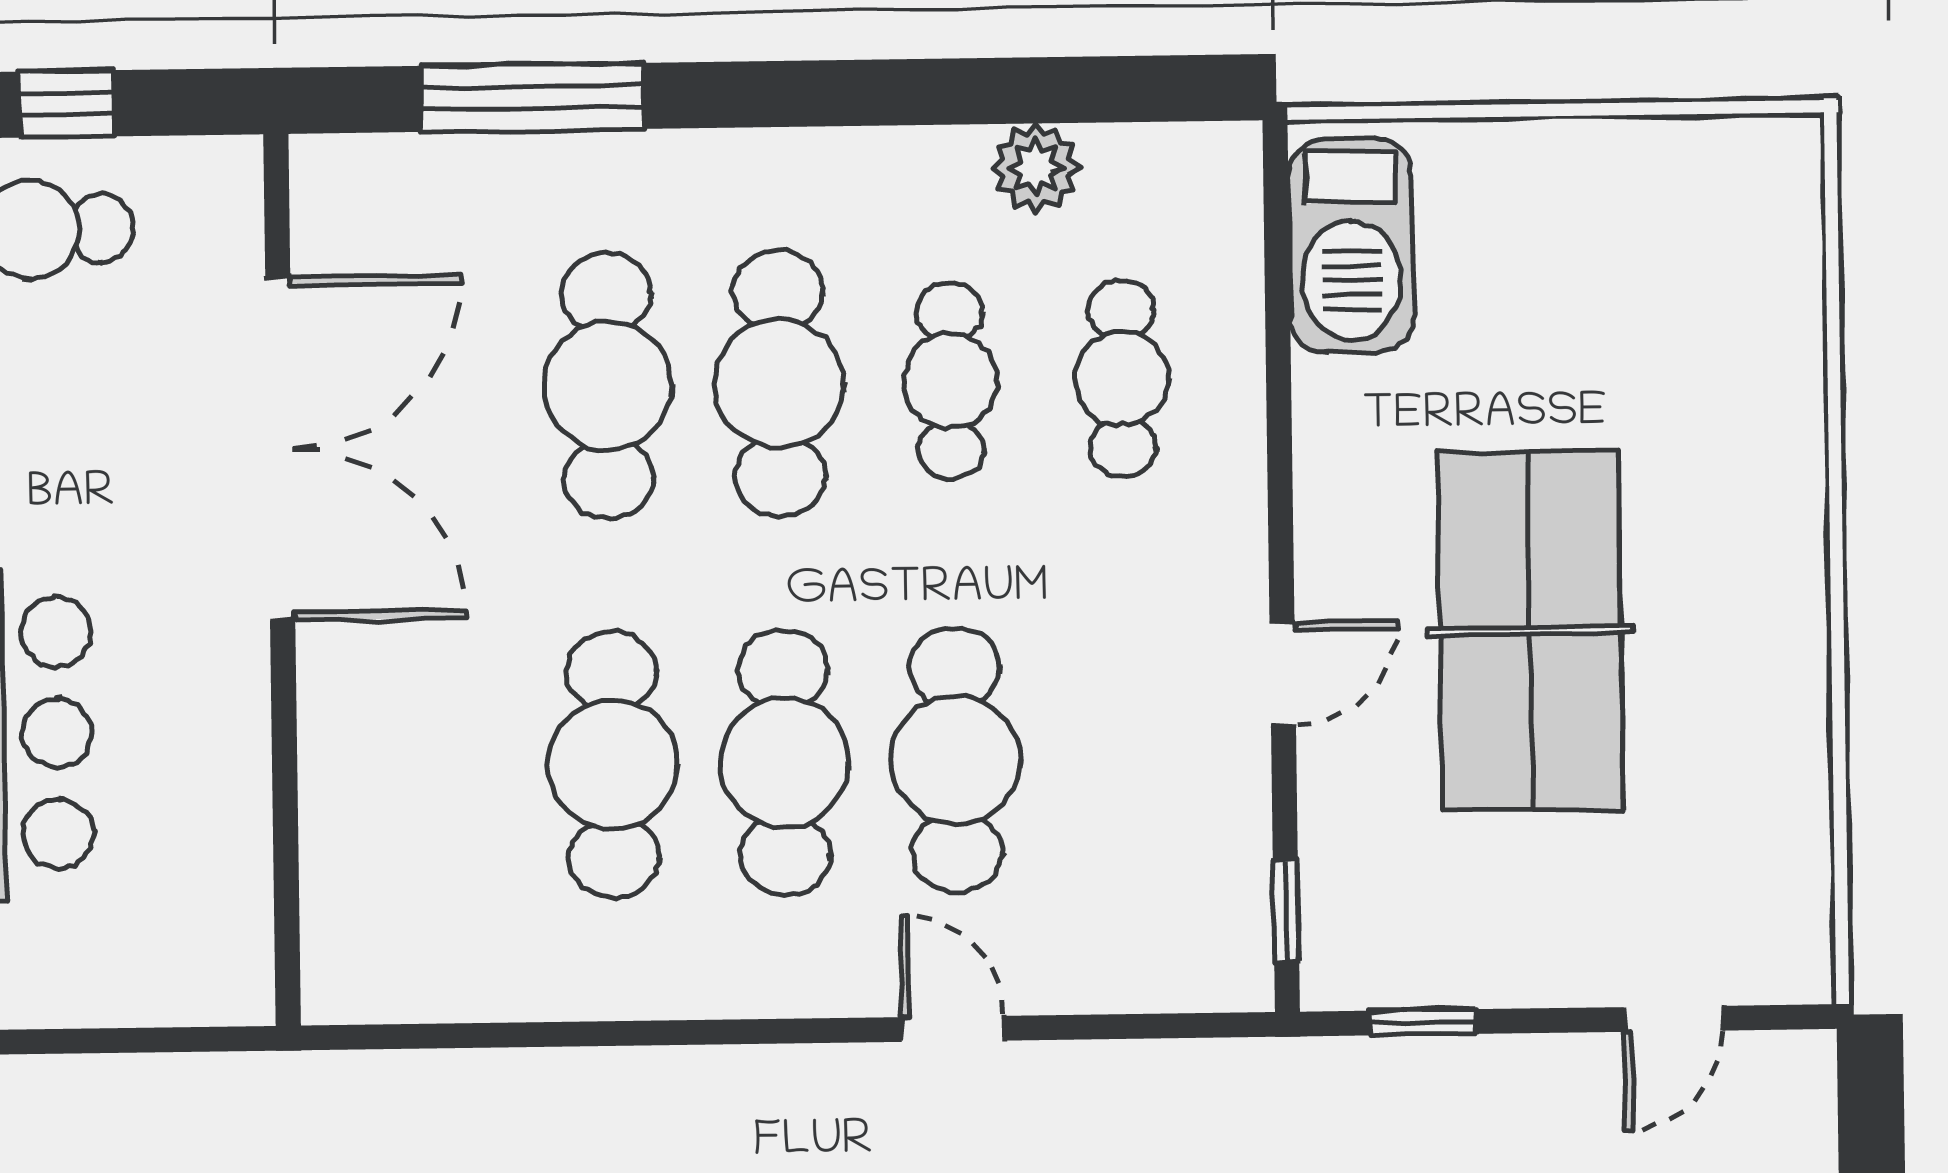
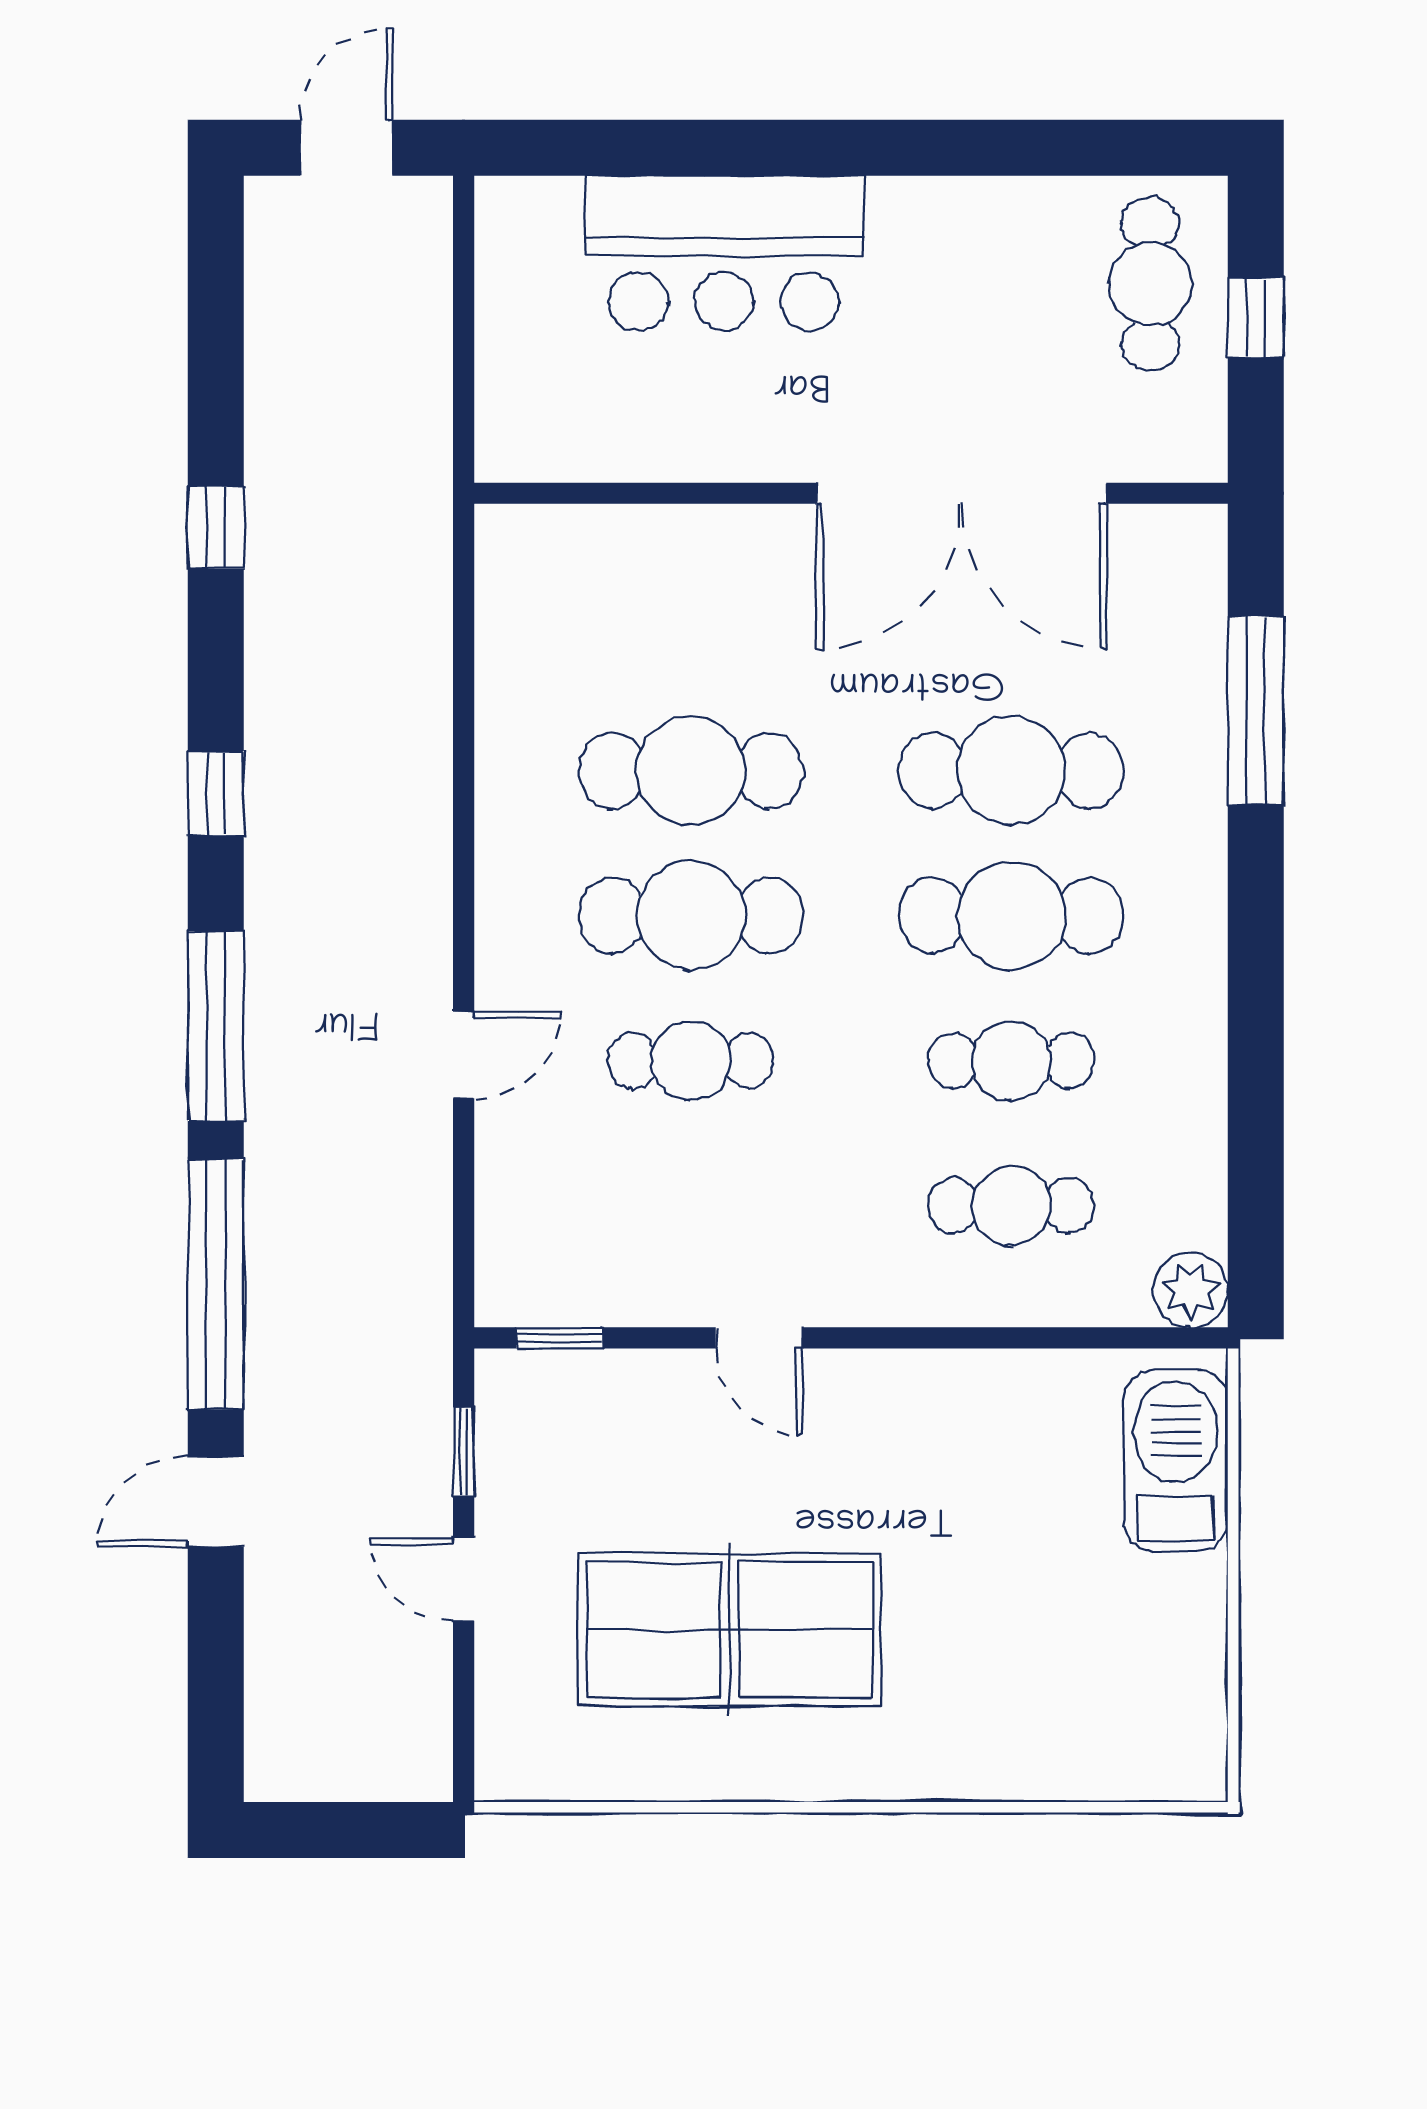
plant: (1036, 168) -> (1190, 1290), moved
barbecue: (1351, 246) -> (1176, 1460), moved, turned 90
table tennis table: (1530, 631) -> (729, 1630), moved
cafe table: (956, 760) -> (691, 1061), width x0.73, depth x0.74
door: (1673, 1019) -> (464, 1579), moved

